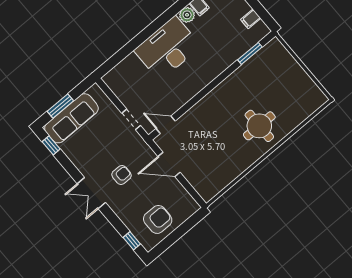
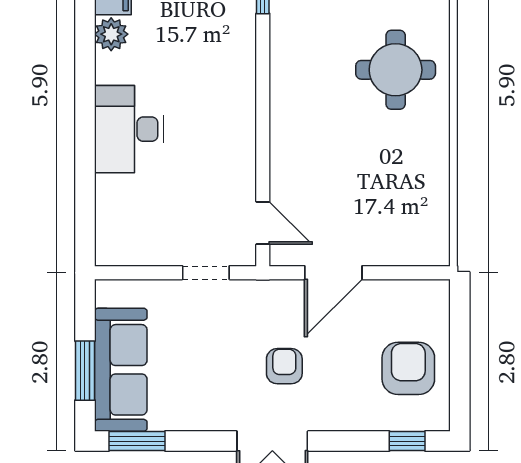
desk: (167, 48) -> (129, 129), width x0.73, depth x0.77
door: (166, 125) -> (263, 223), swing flipped
window: (51, 145) -> (137, 441), width x1.50

